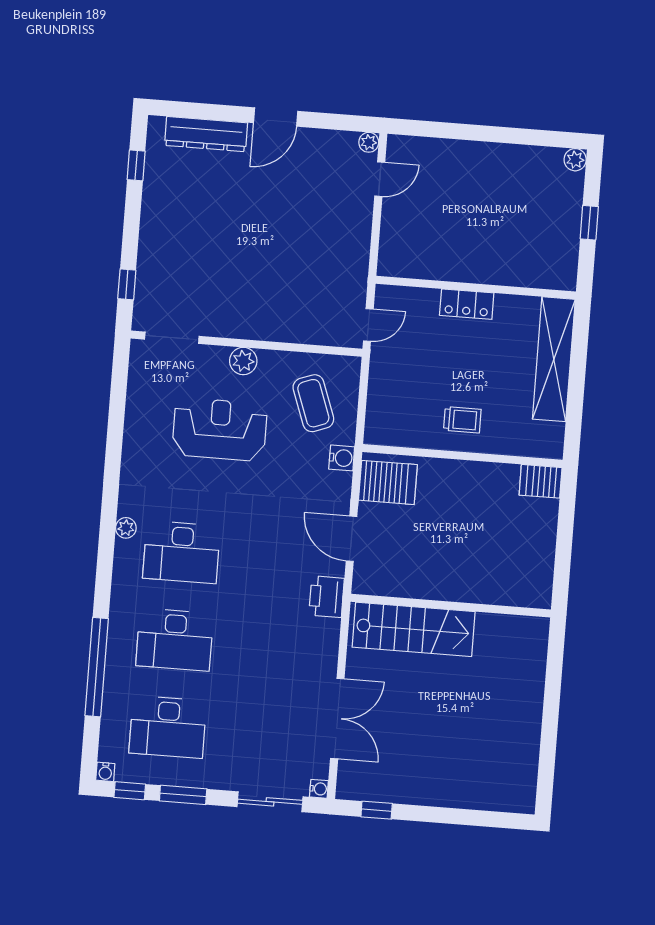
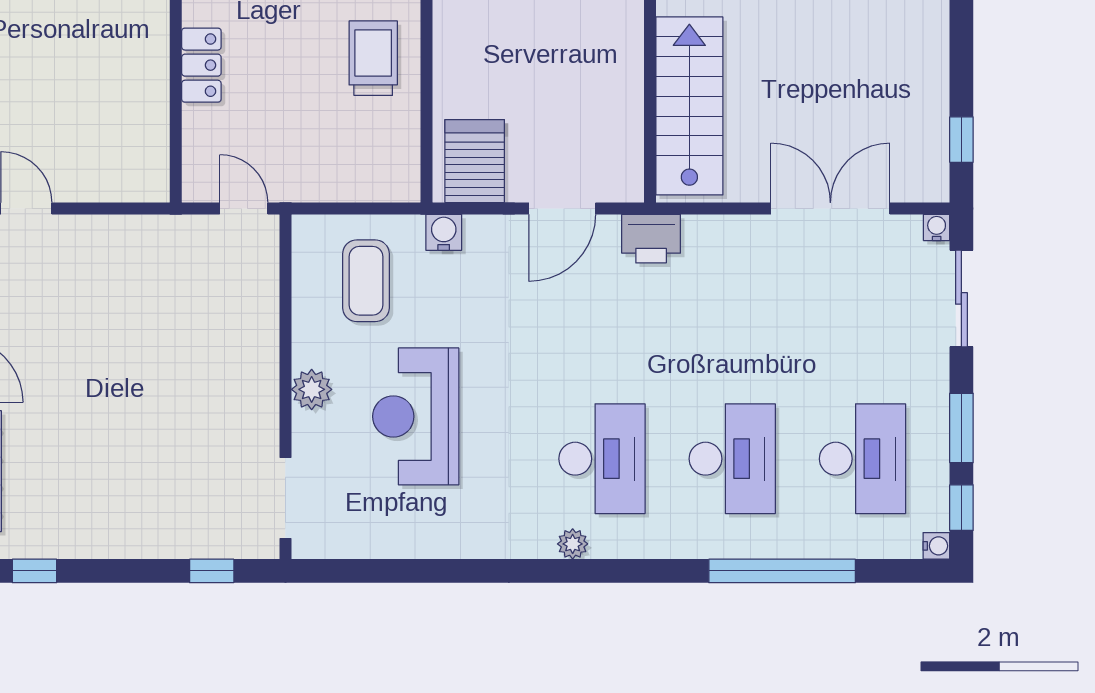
coffee table: (313, 403) -> (366, 281), turned -70
trolley: (462, 420) -> (373, 58), width x1.36, depth x1.39

